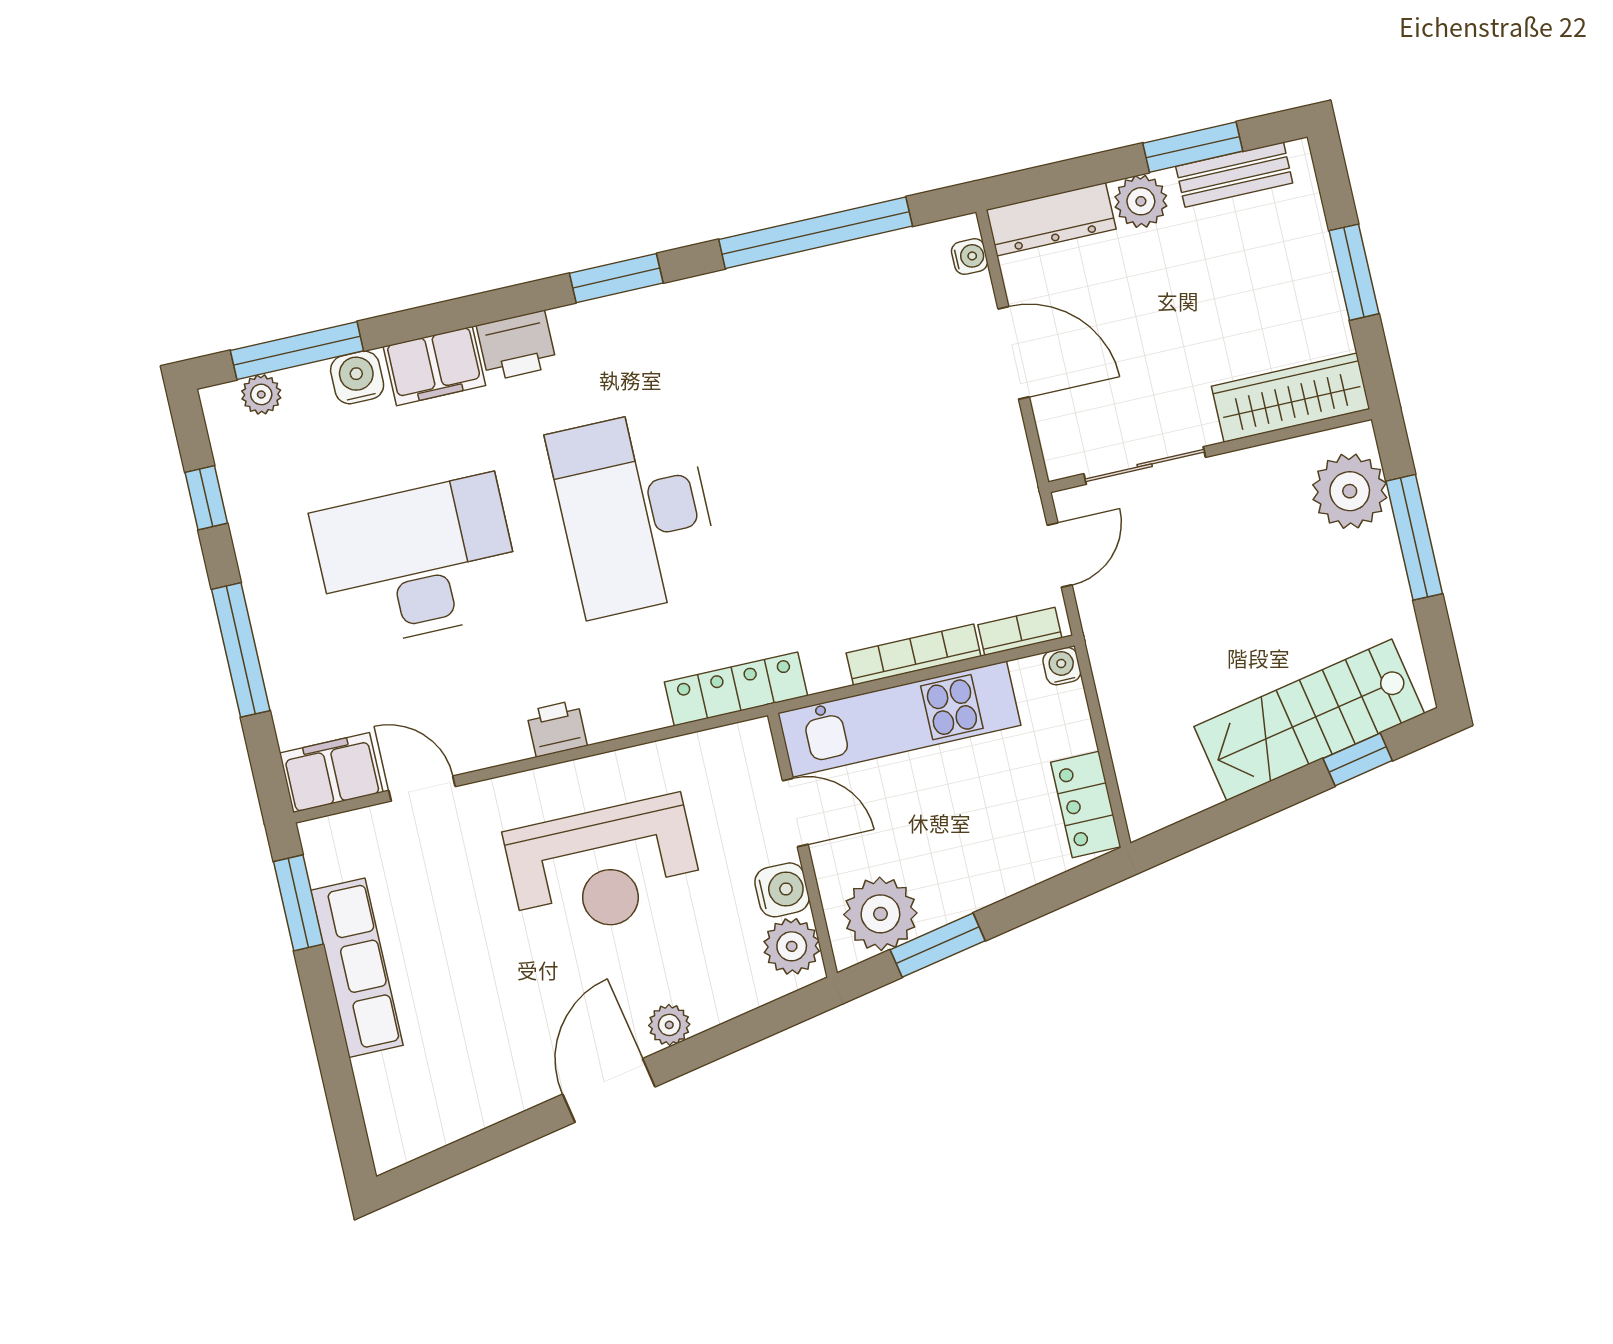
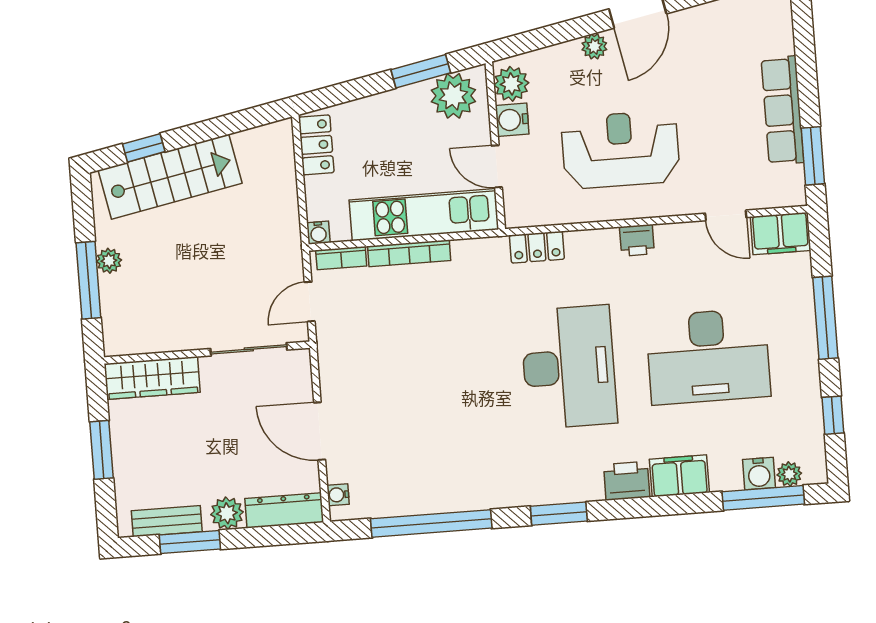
water cooler: (357, 377) -> (759, 474), moved
plant: (1350, 491) -> (109, 261), moved, width x0.53, depth x0.53
locker: (736, 689) -> (537, 247), width x0.66

